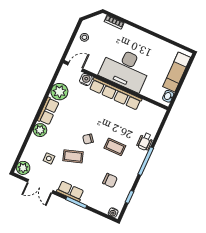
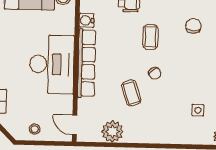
water cooler: (86, 80) -> (87, 20), moved
row of seats: (48, 111) -> (142, 135), removed
plant: (40, 130) -> (168, 135), removed
coffee table: (73, 156) -> (131, 93), moved

